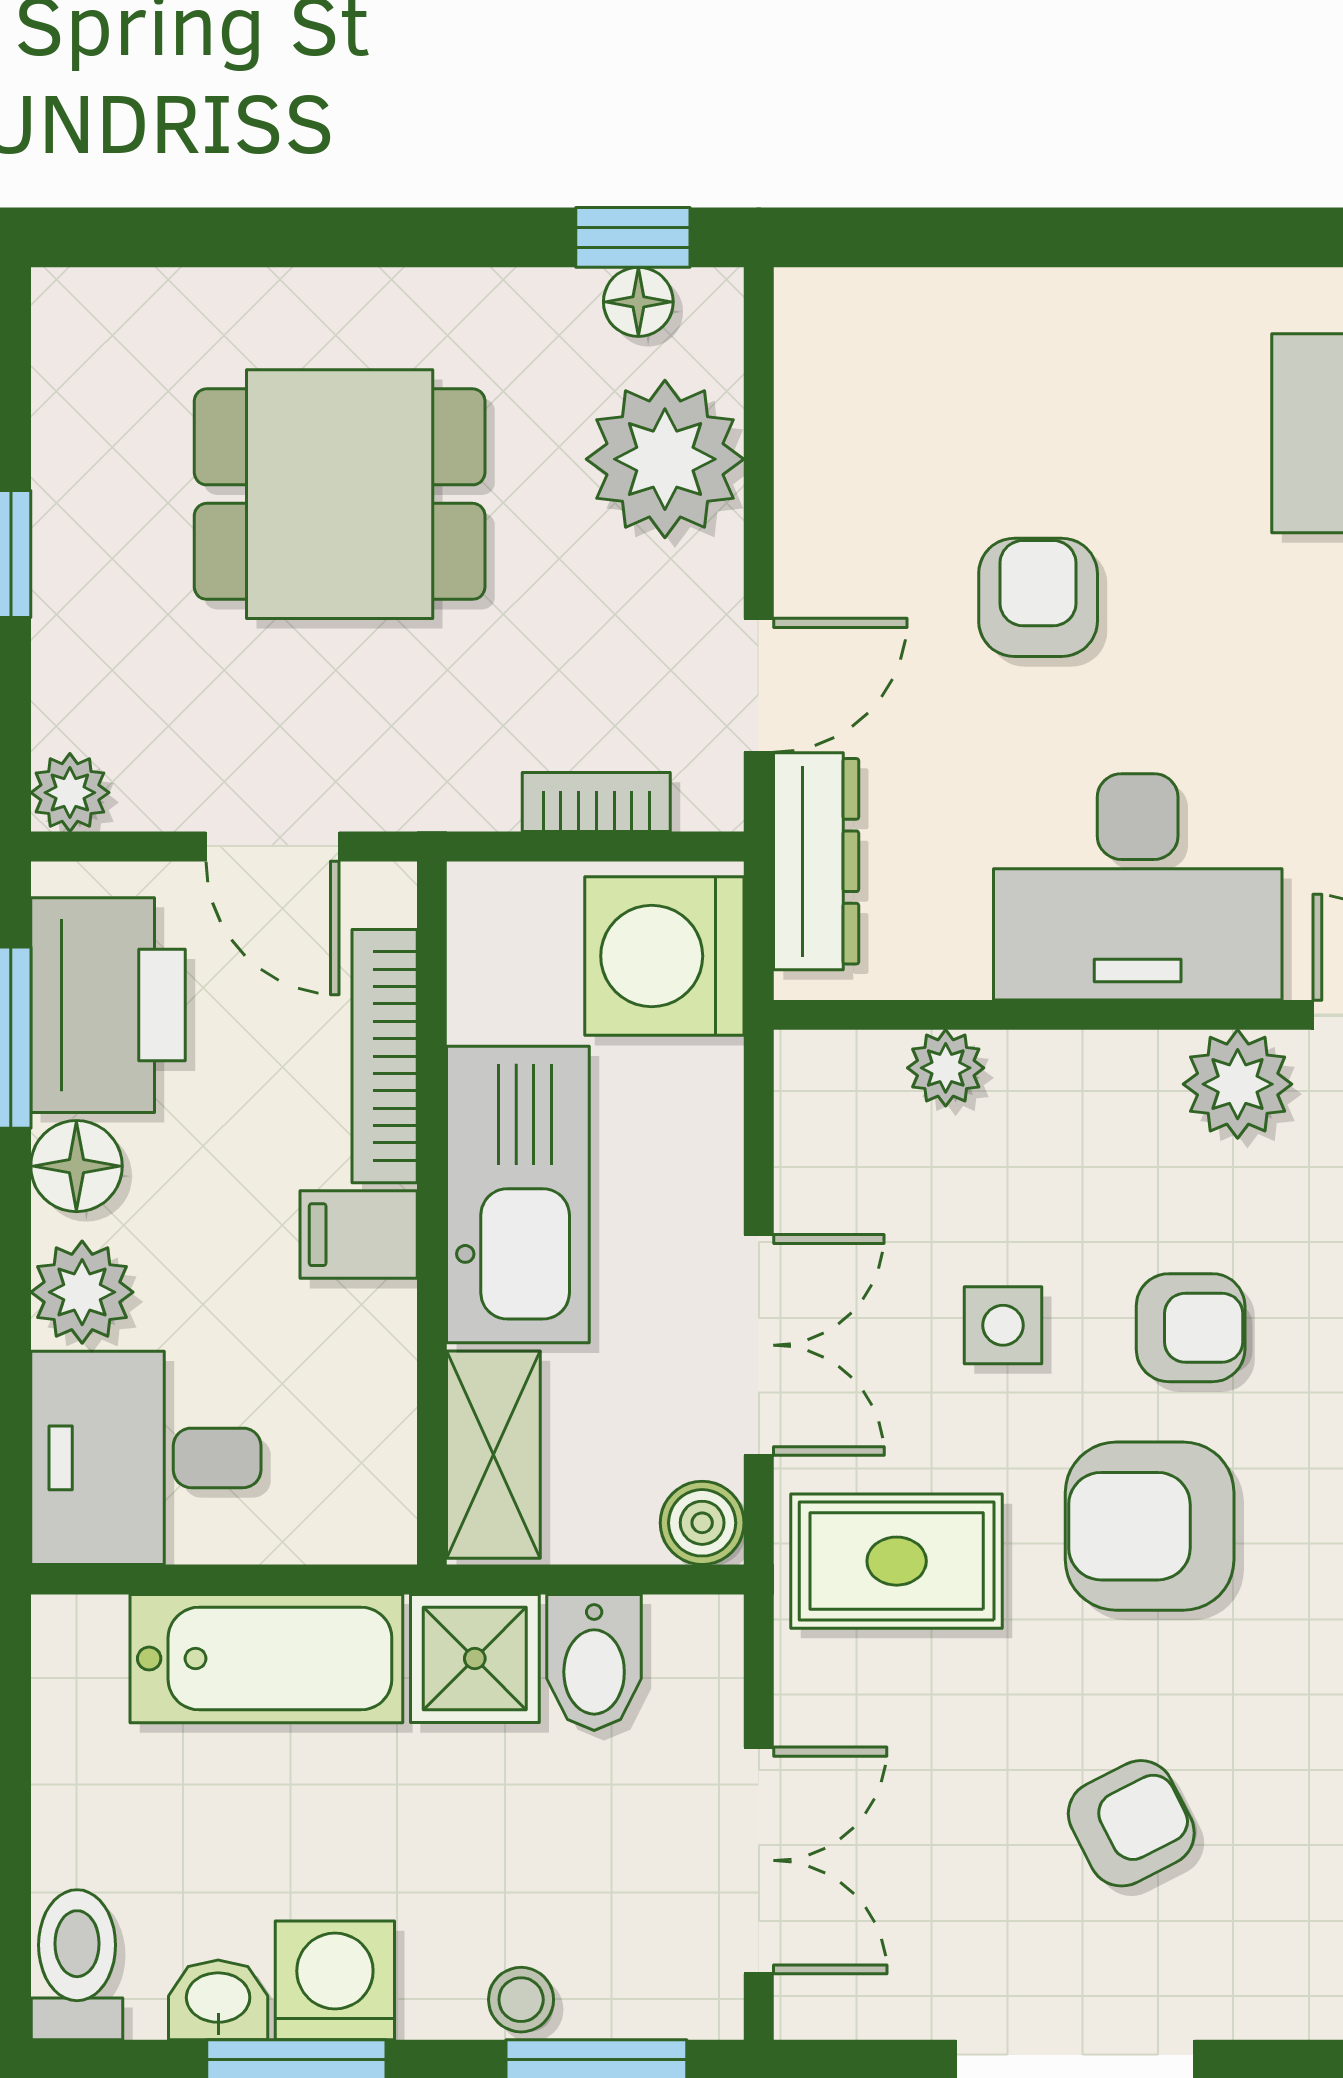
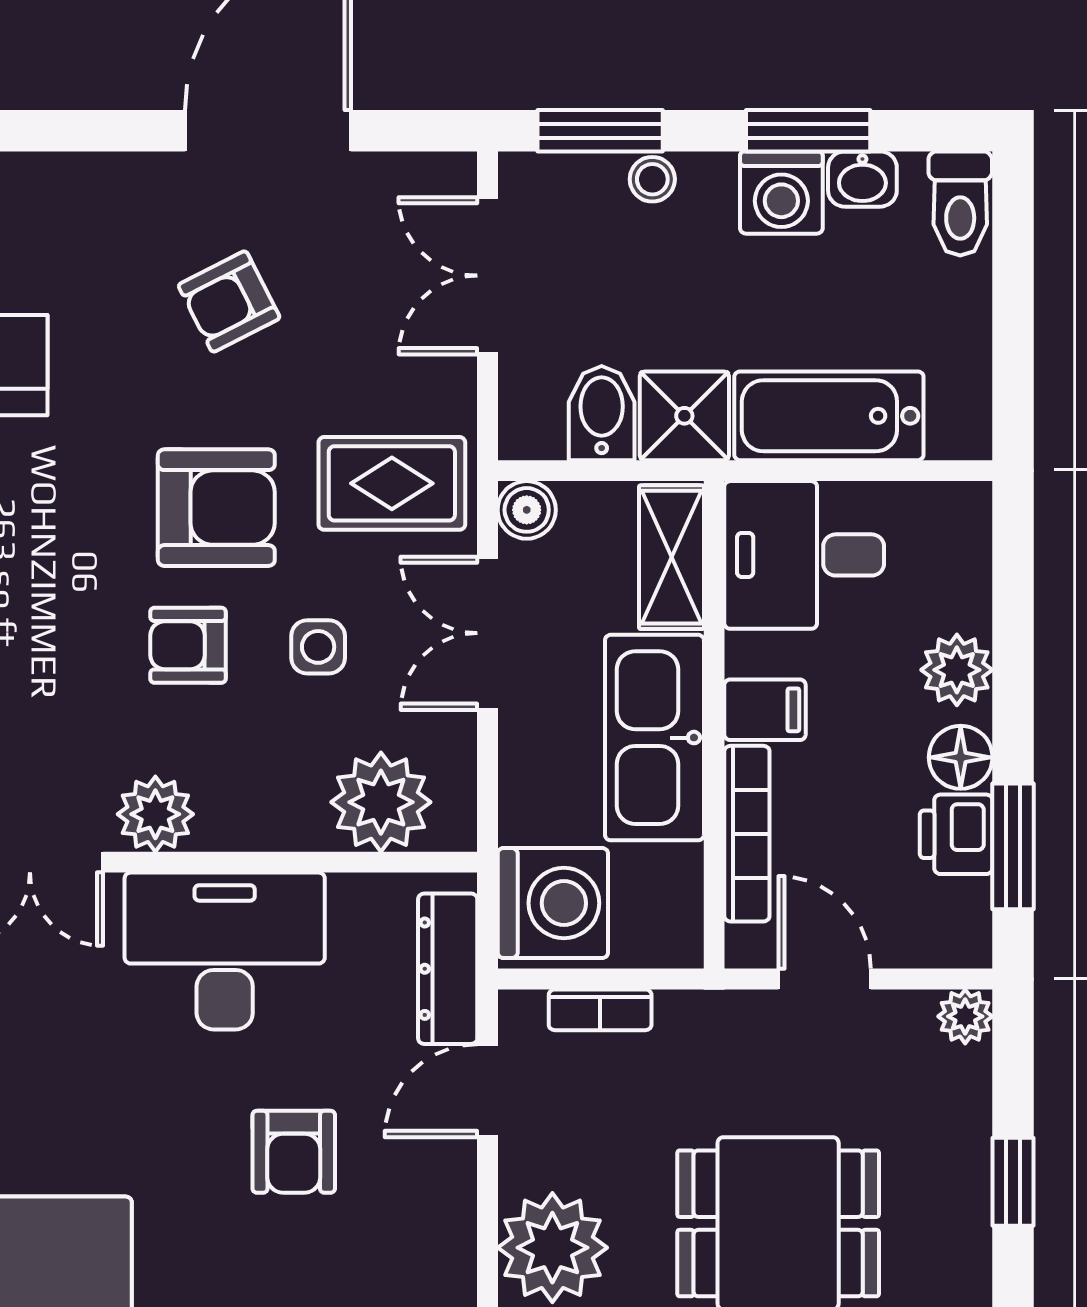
printer: (108, 1005) -> (956, 834), width x0.53, depth x0.68
plant: (946, 1068) -> (381, 802), width x1.88, depth x1.88
desk: (146, 1458) -> (804, 555), moved, turned 180

